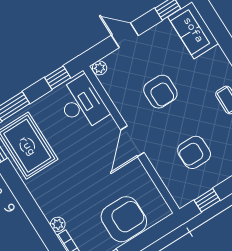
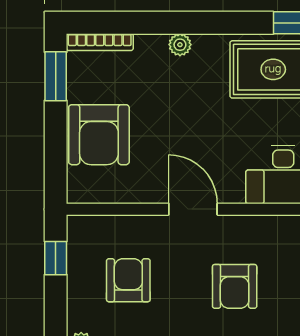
armchair: (160, 92) -> (235, 286), turned -90
plant: (58, 224) -> (180, 45), moved

